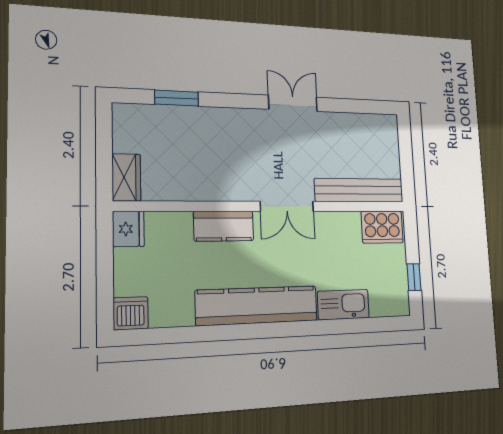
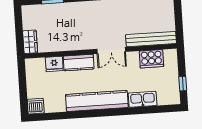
cooker: (382, 227) -> (151, 59), moved
fridge: (128, 229) -> (54, 64), moved, turned 90

